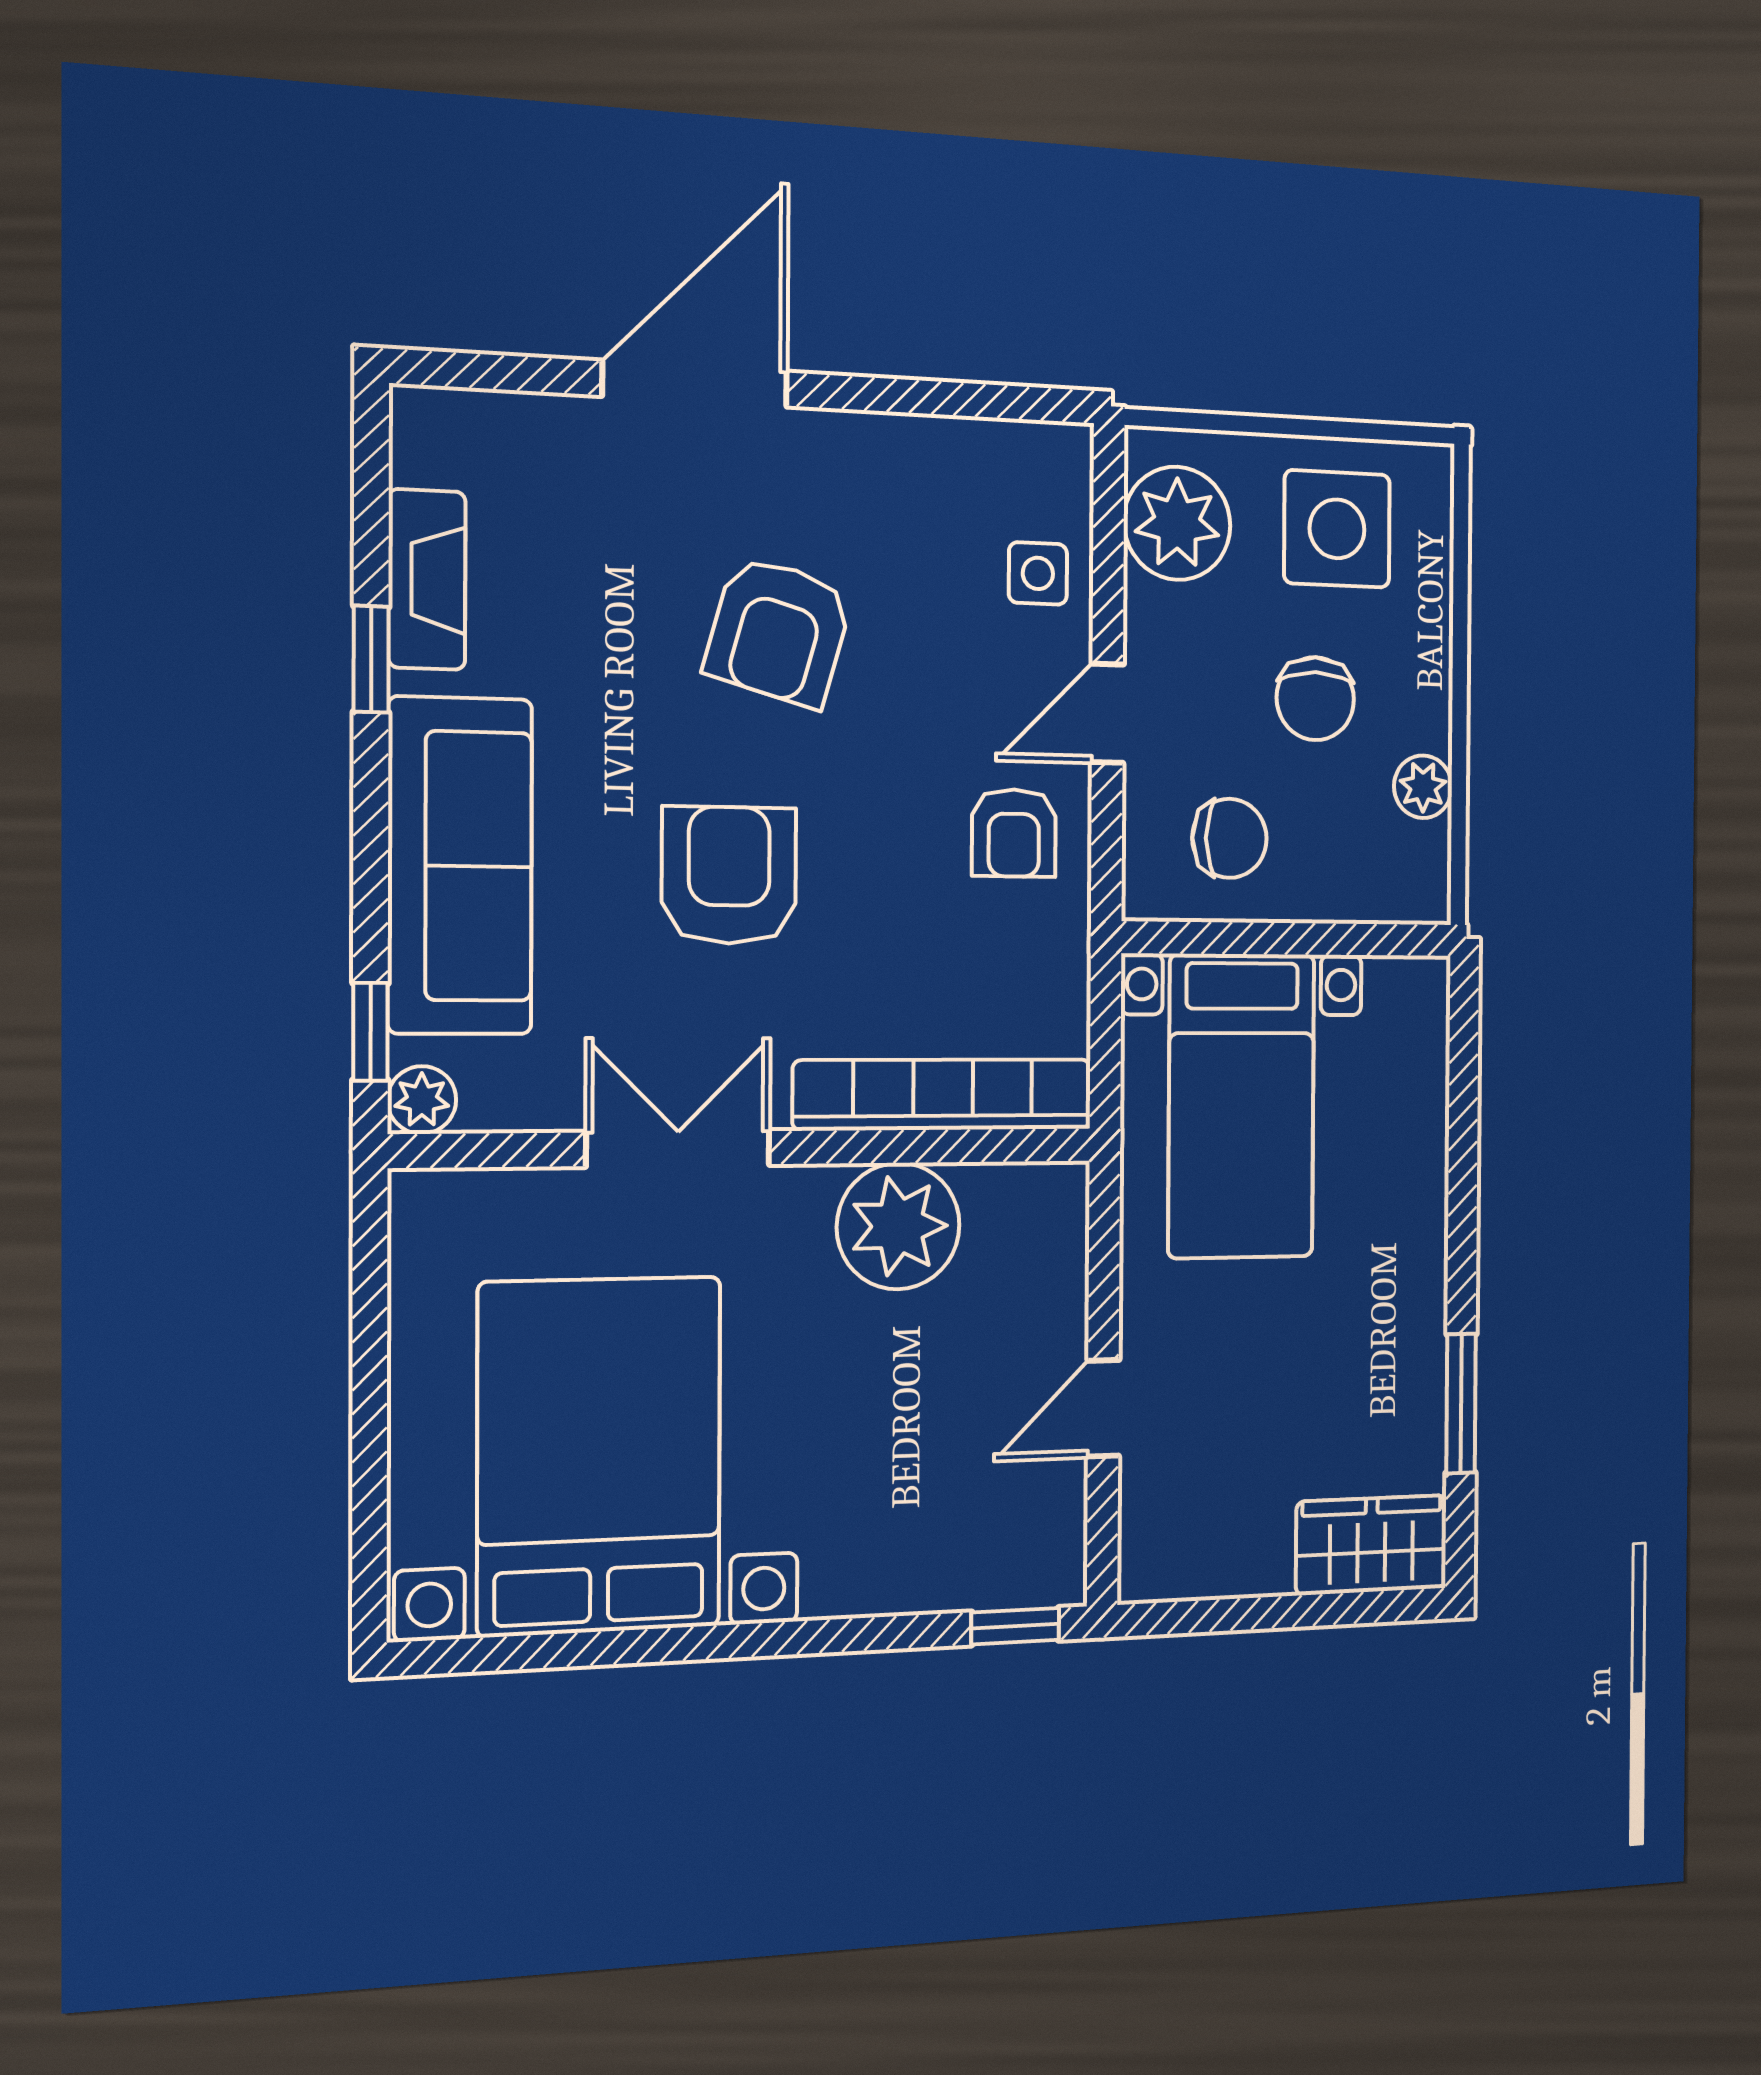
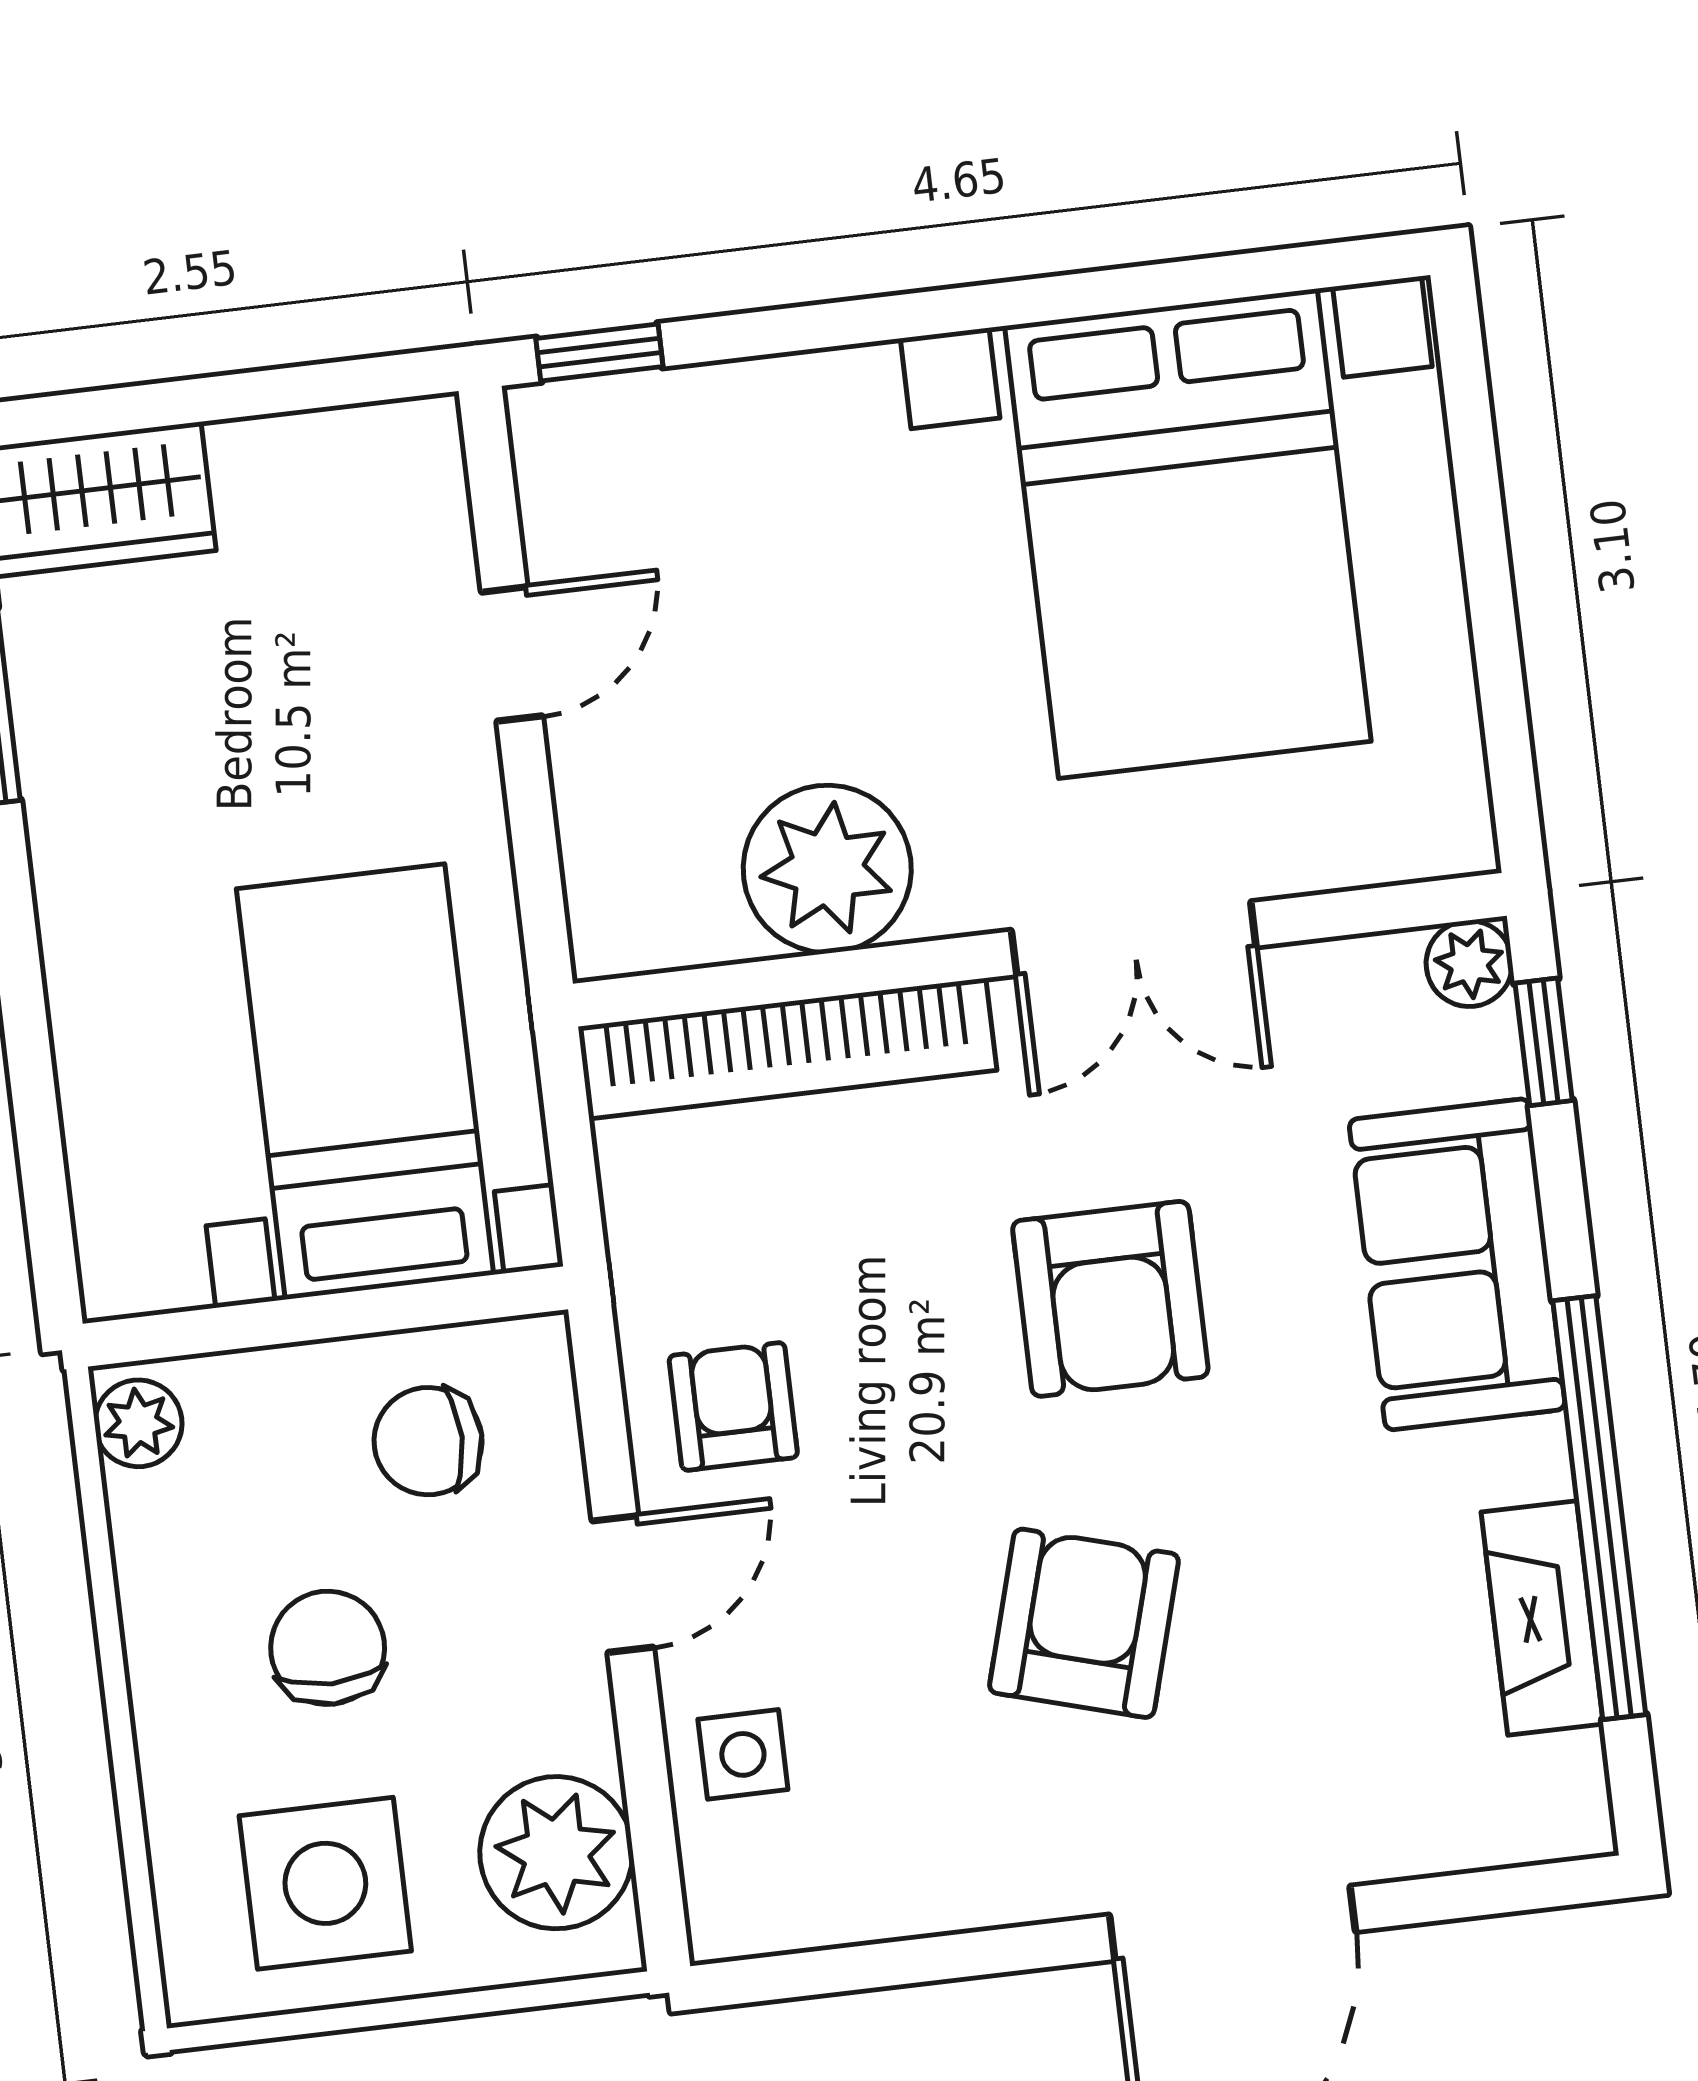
window: (371, 659) -> (1599, 1508), width x3.17
plant: (1423, 787) -> (138, 1423), moved
sofa: (460, 866) -> (1457, 1264), width x0.73

